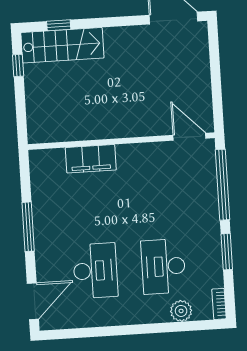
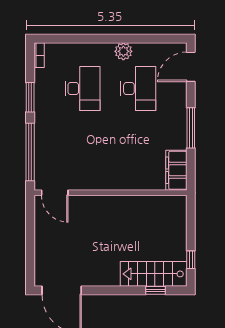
filing cabinet: (91, 159) -> (176, 170), moved, turned -90
desk: (95, 271) -> (138, 89), turned 180
plant: (181, 311) -> (123, 51), moved

